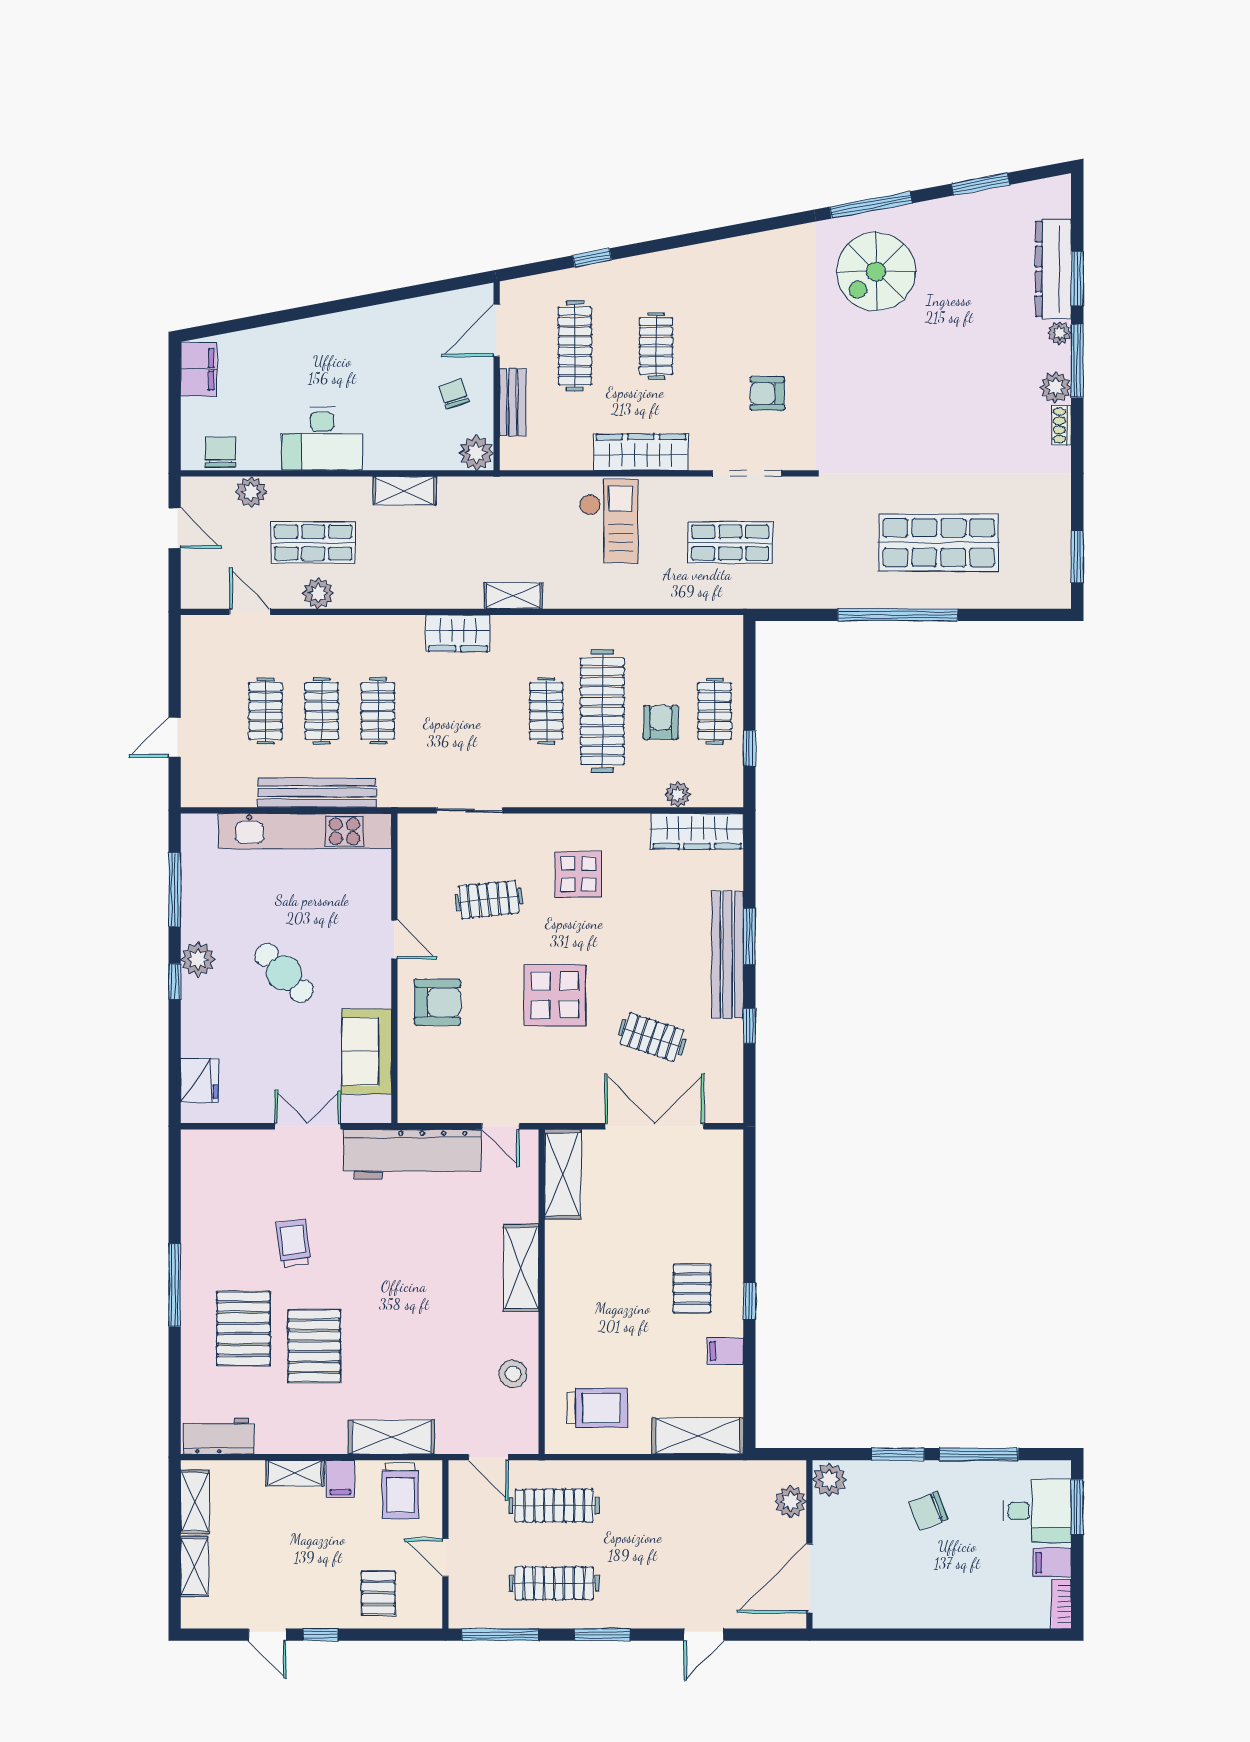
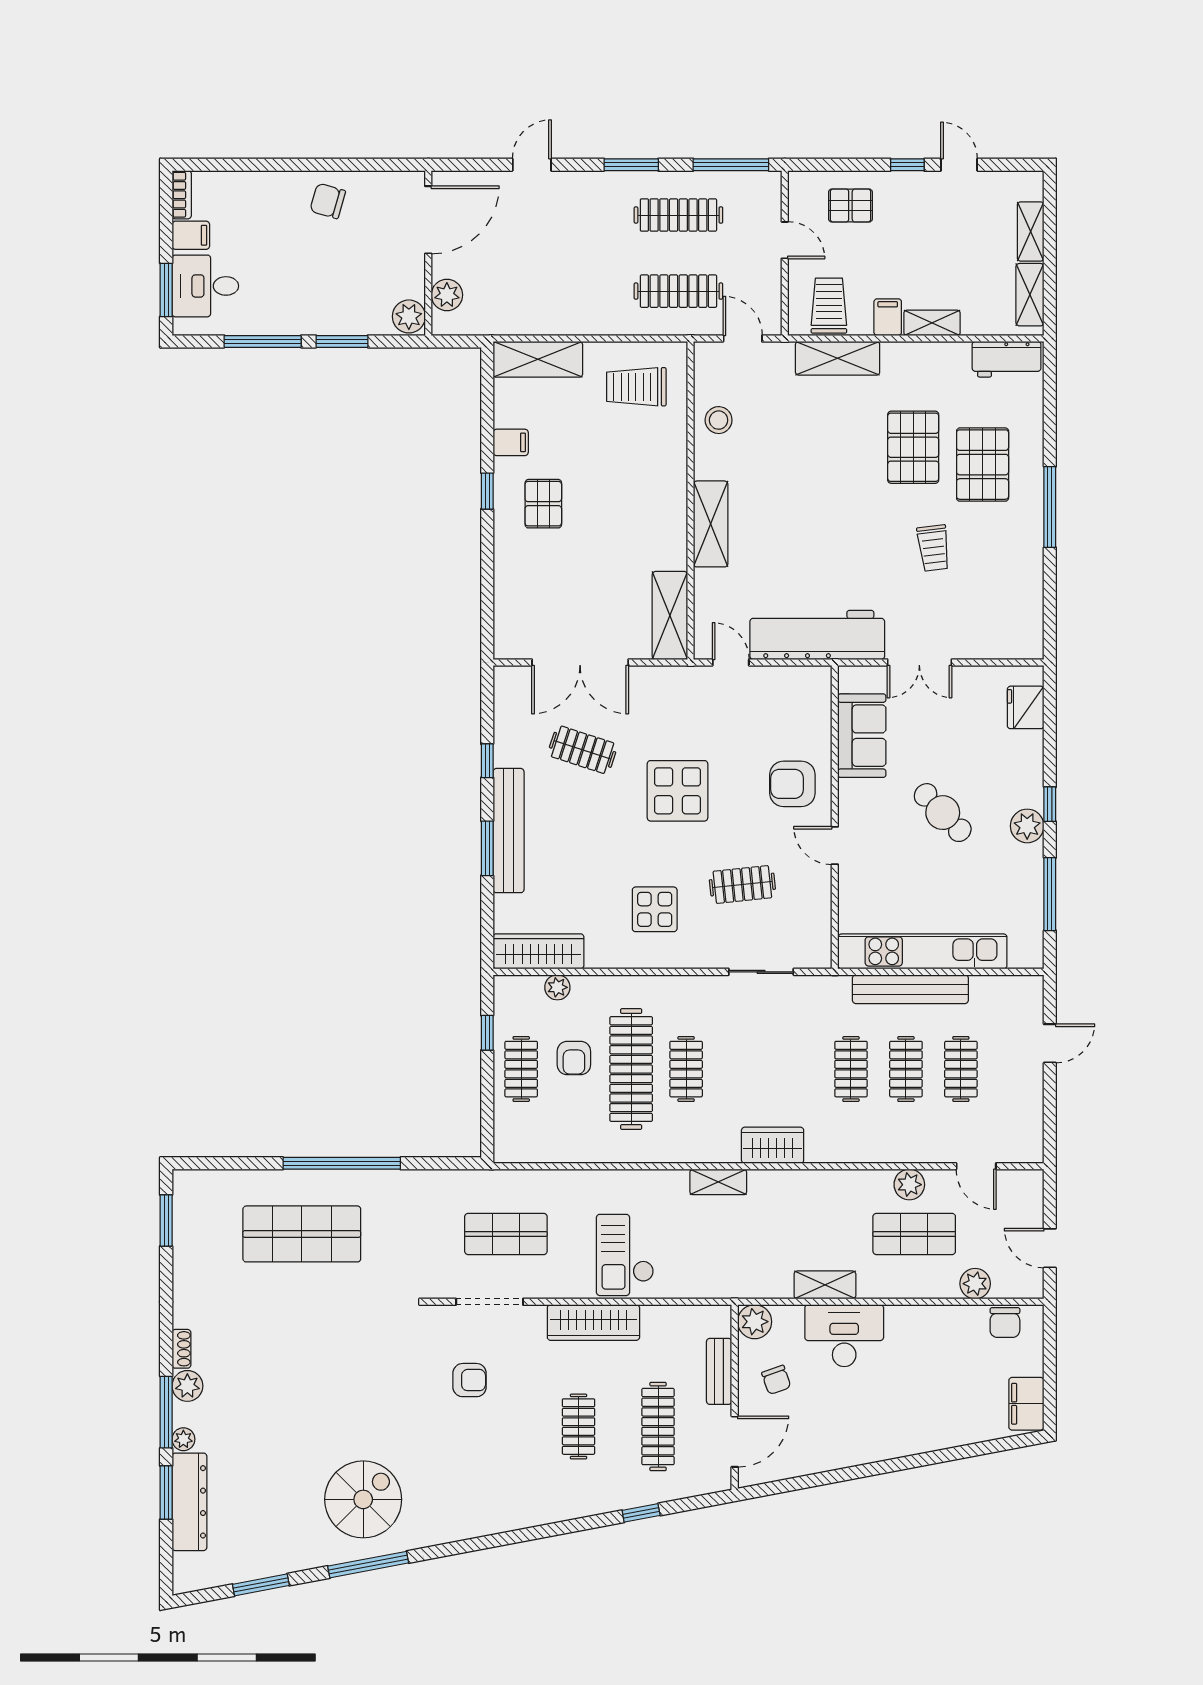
desk: (322, 439) -> (844, 1336), moved
chair: (928, 1511) -> (328, 201), moved, turned -143
pallet: (378, 1593) -> (850, 205), turned 90

